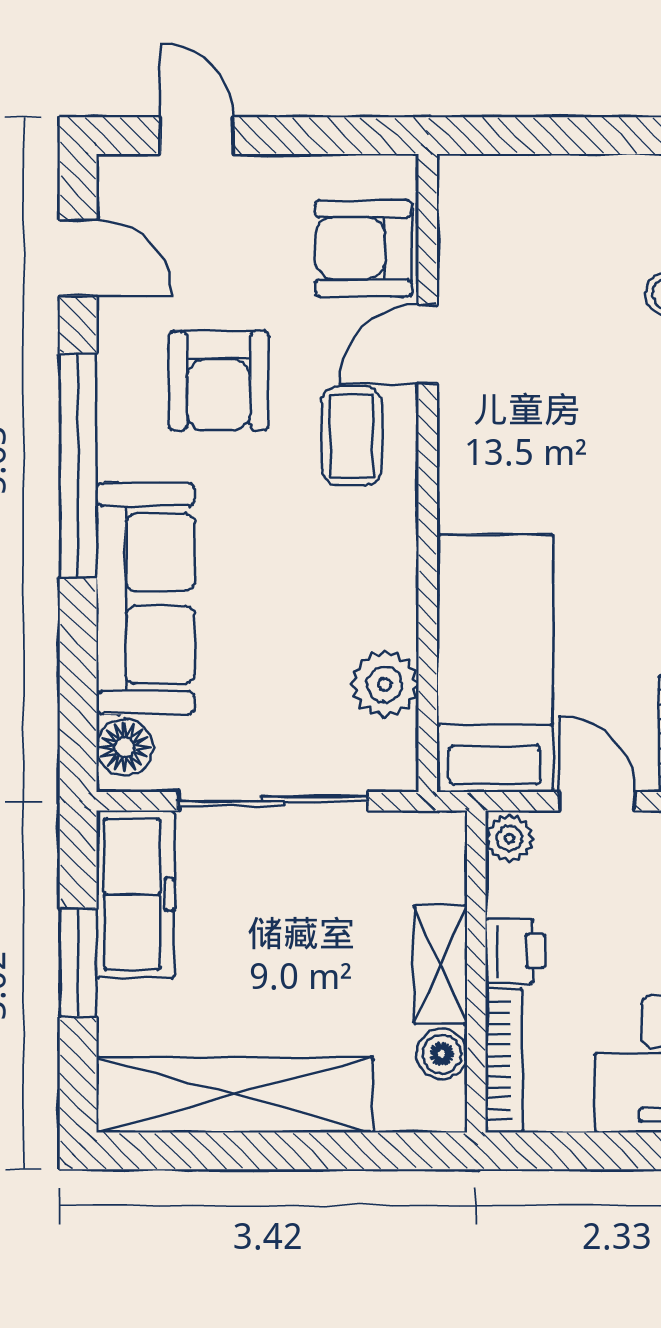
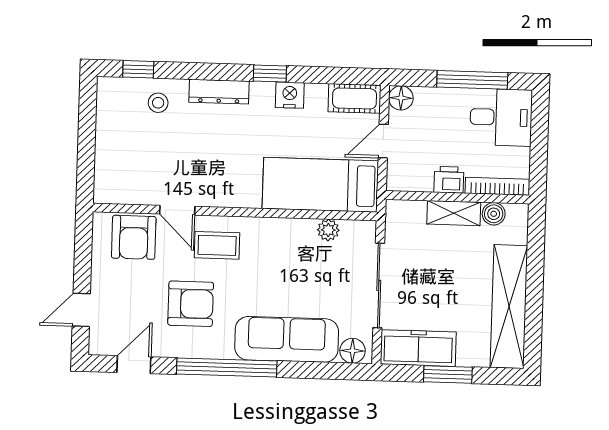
plant: (385, 684) -> (328, 230), width x0.73, depth x0.73
plant: (509, 838) -> (398, 181), removed

